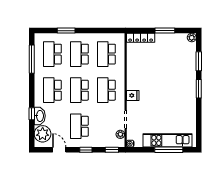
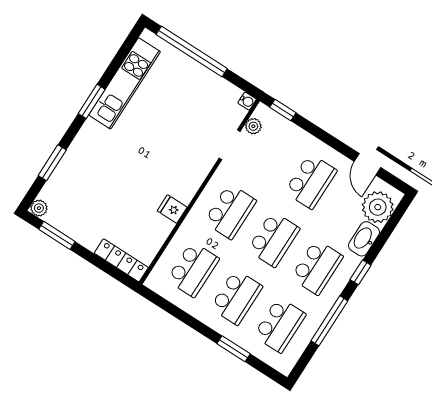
window: (165, 31) -> (57, 235), moved
window: (32, 59) -> (329, 321), moved
window: (199, 89) -> (92, 101), moved
fridge: (133, 95) -> (172, 209), moved
window: (32, 114) -> (360, 272), moved
kitchen unit: (168, 140) -> (125, 83), moved, turned -90
window: (86, 150) -> (325, 137), removed
window: (169, 150) -> (192, 52), width x1.46

